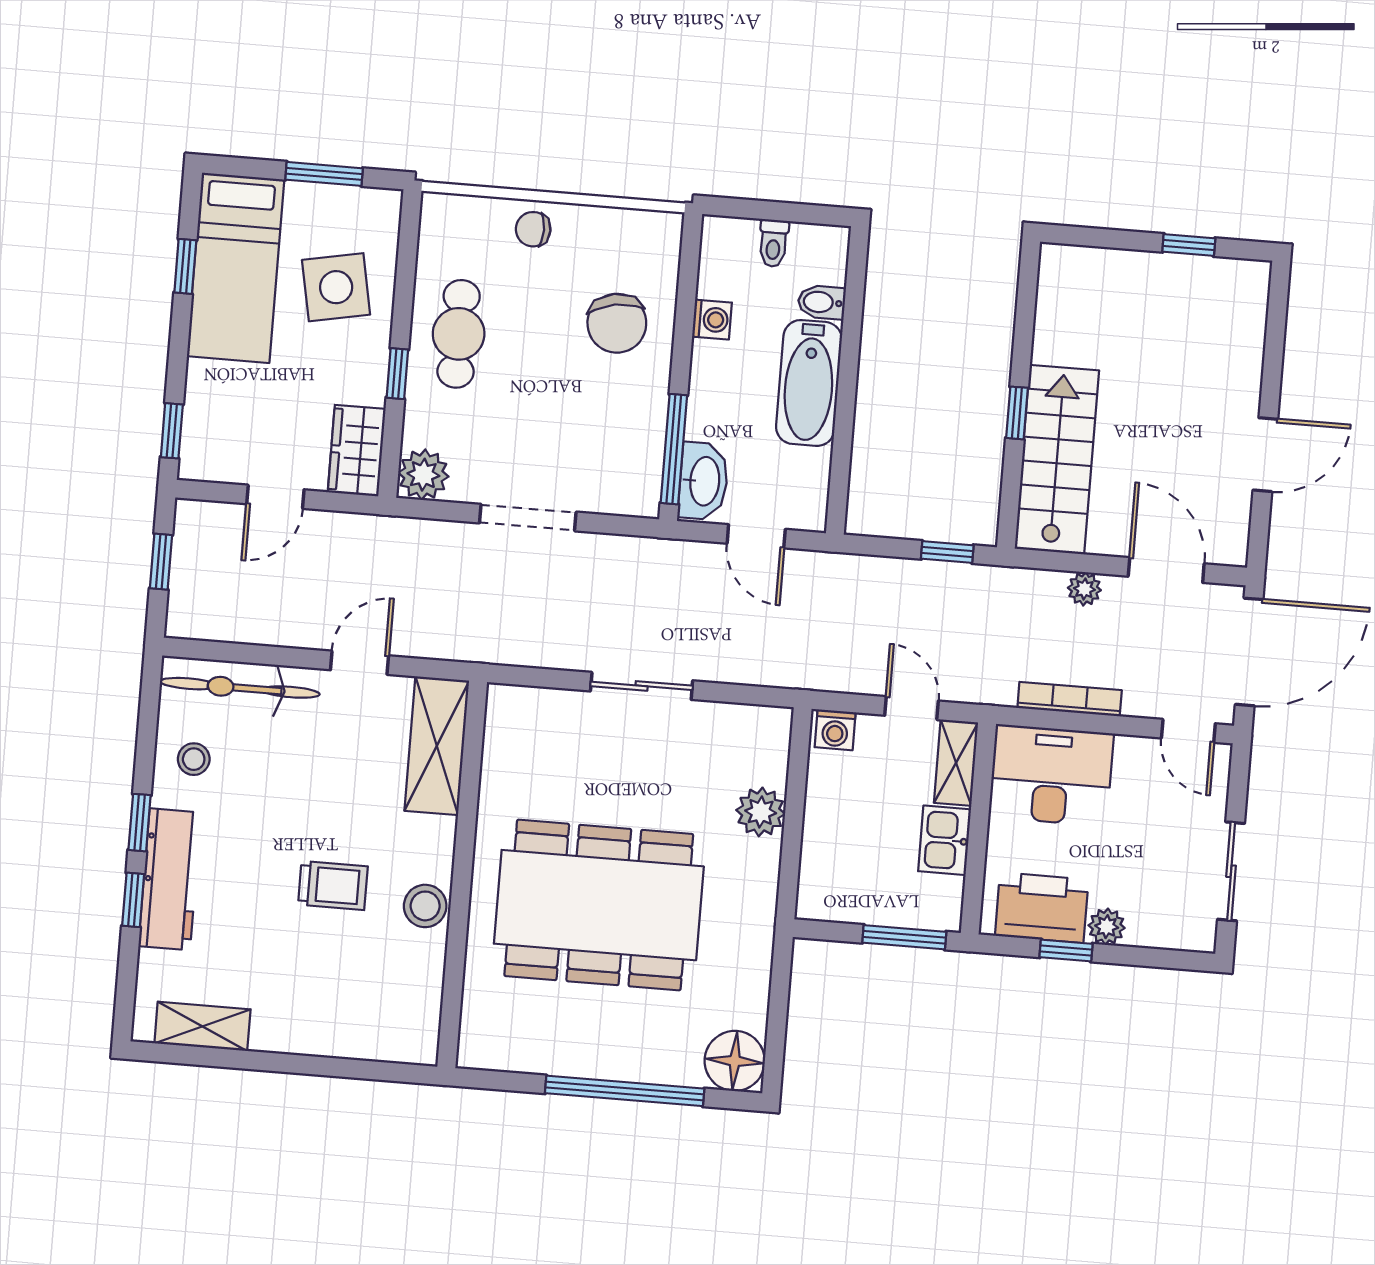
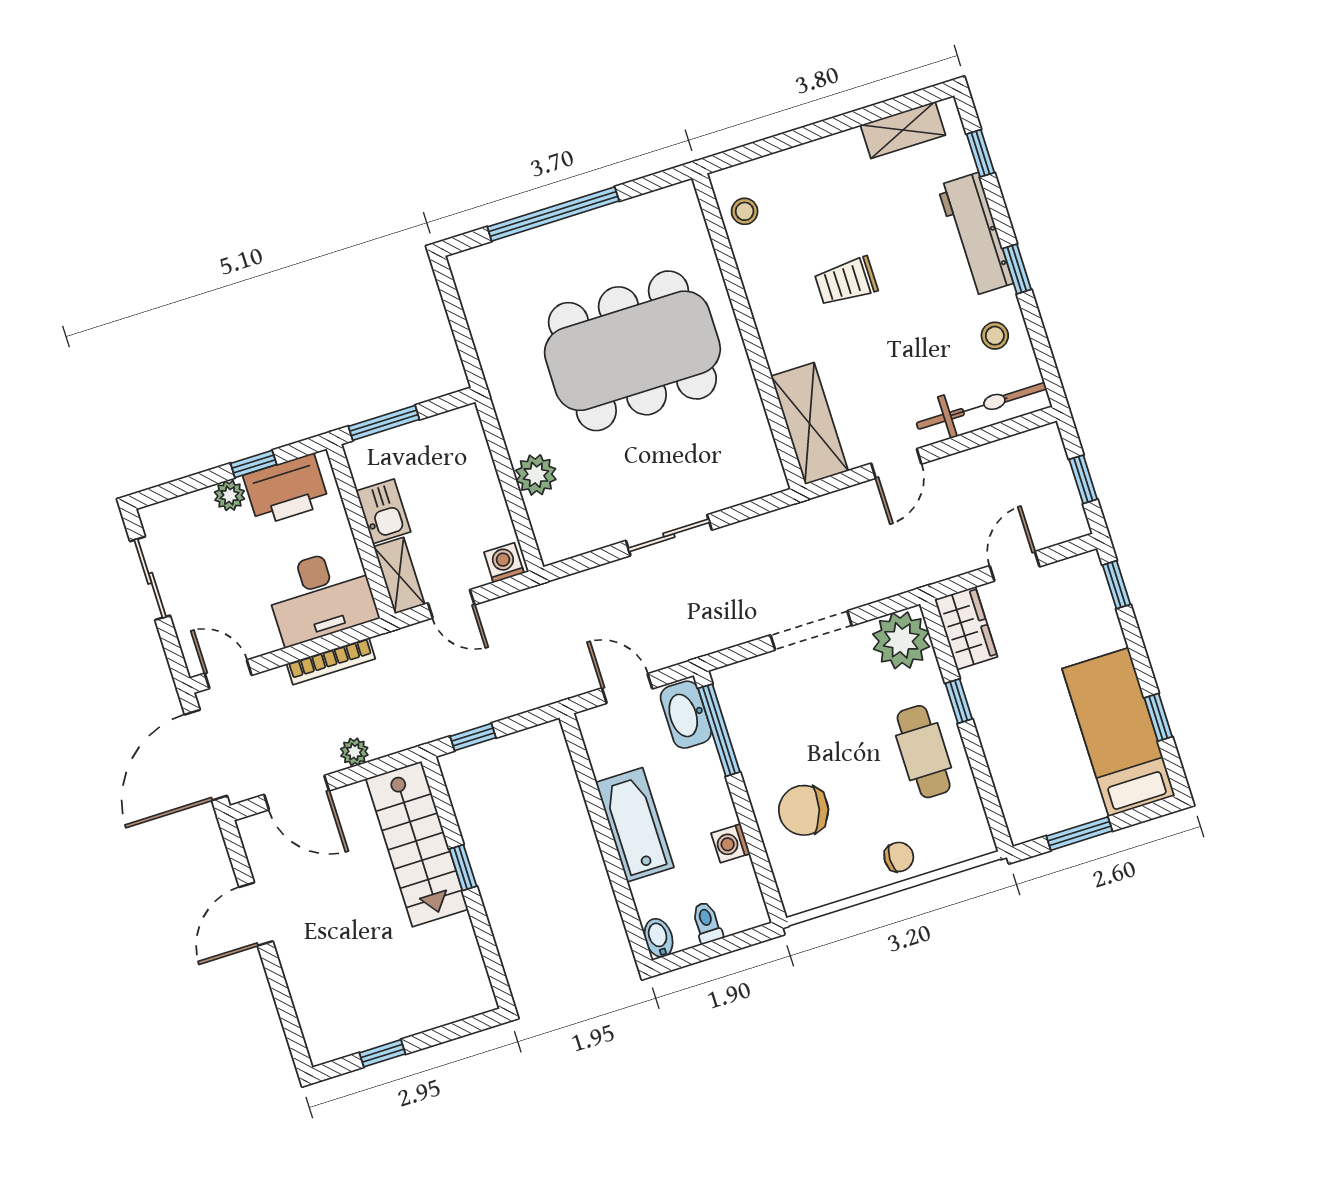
side table: (336, 287) -> (1034, 749), removed
bidet: (822, 302) -> (659, 938), moved, turned -90
chair: (617, 323) -> (804, 810), turned -65
plant: (423, 475) -> (901, 640), width x1.36, depth x1.36
window: (133, 900) -> (980, 153), moved
stool: (425, 906) -> (745, 211), moved, width x0.73, depth x0.73
floor lamp: (735, 1061) -> (477, 272), removed

